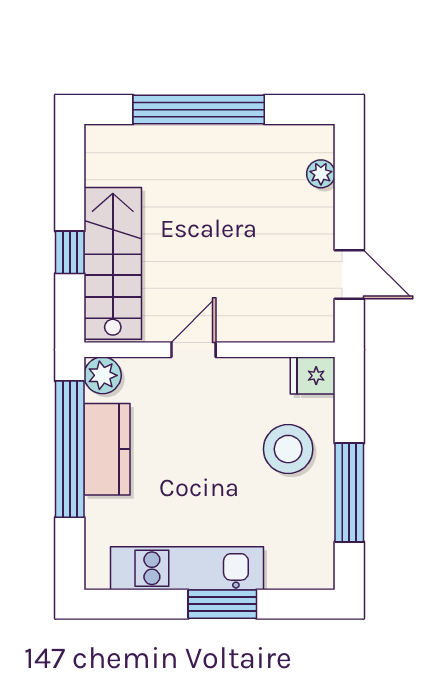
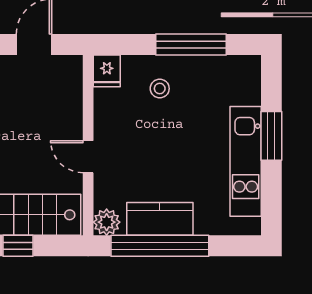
stool: (288, 449) -> (160, 89), width x0.53, depth x0.53

